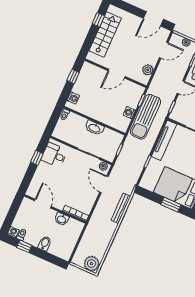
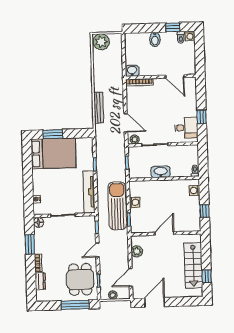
washbasin: (62, 219) -> (132, 71), moved

